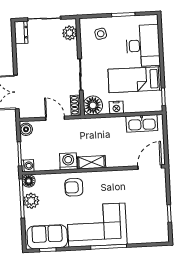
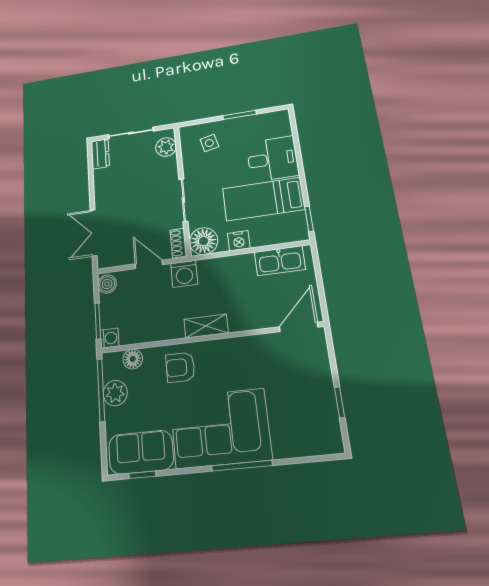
desk: (143, 46) -> (272, 159), width x0.73
washing machine: (68, 161) -> (184, 274), moved, turned 180
floor lamp: (29, 181) -> (133, 359), moved

